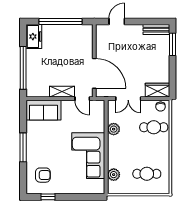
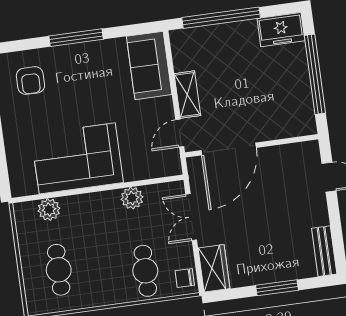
window: (173, 44) -> (277, 288), moved

